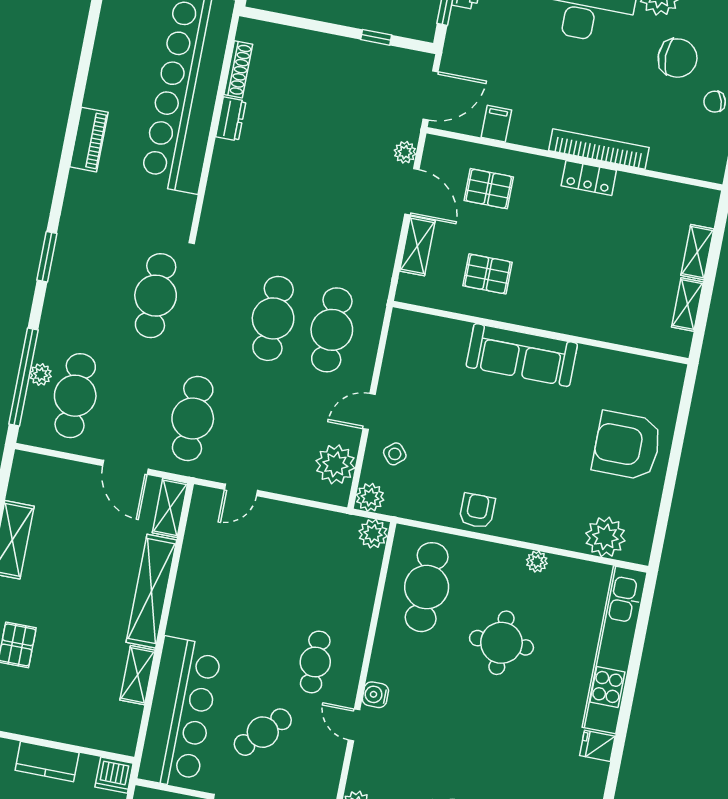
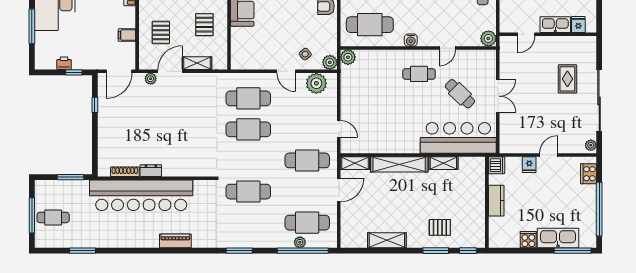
door: (431, 95) -> (119, 71), swing flipped
water cooler: (375, 695) -> (411, 40), moved

